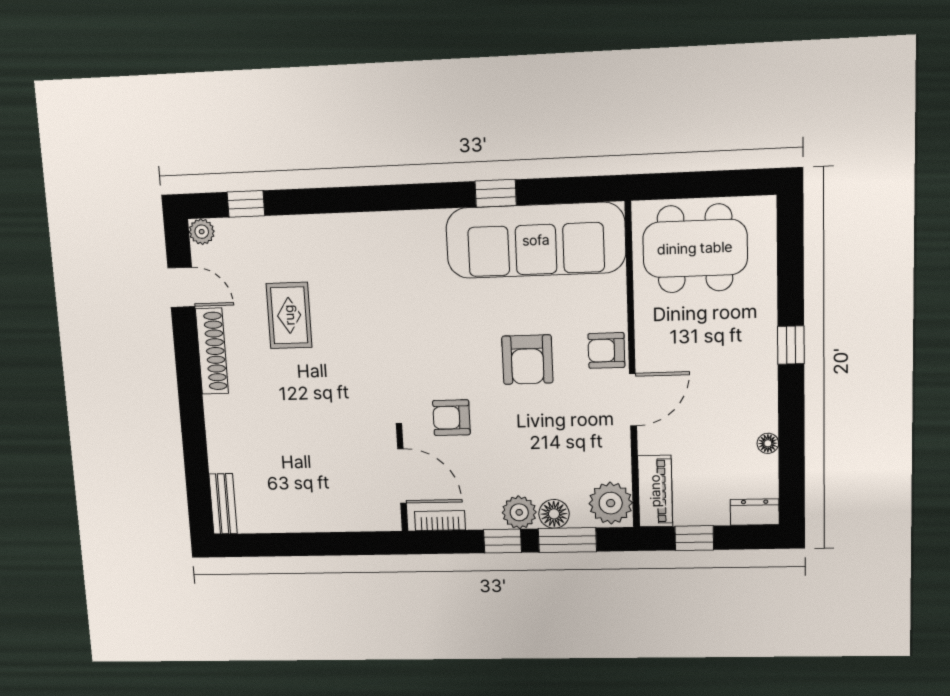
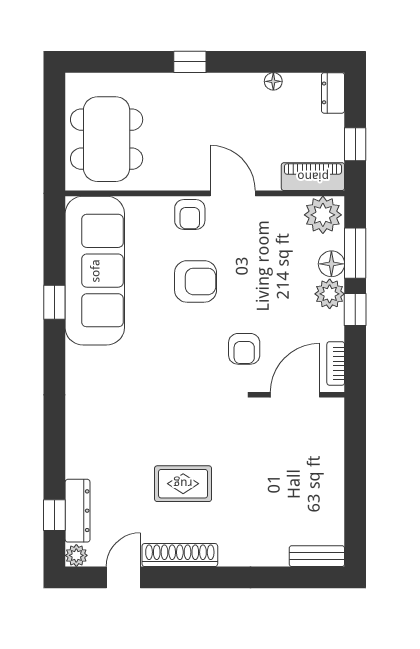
dresser: (253, 231) -> (78, 511), added
rug: (289, 315) -> (183, 484), moved

